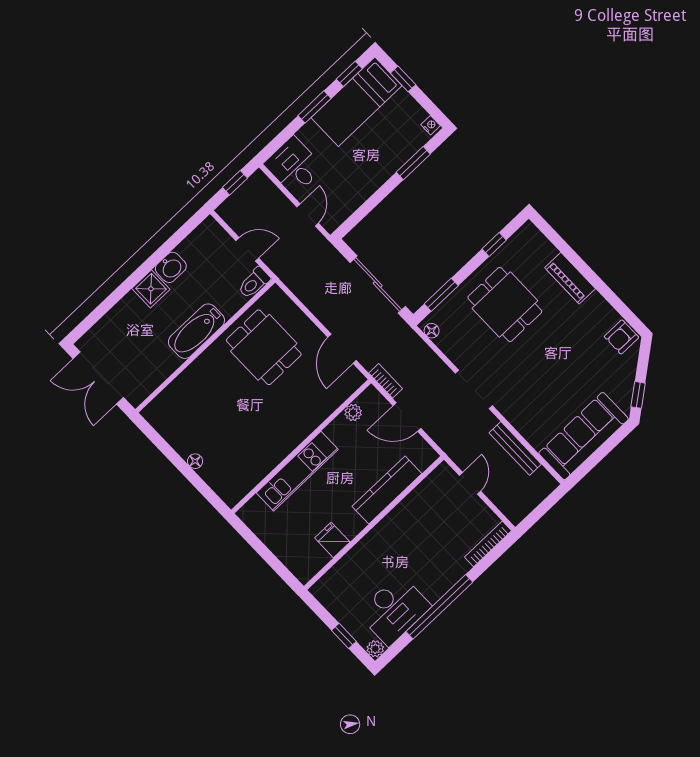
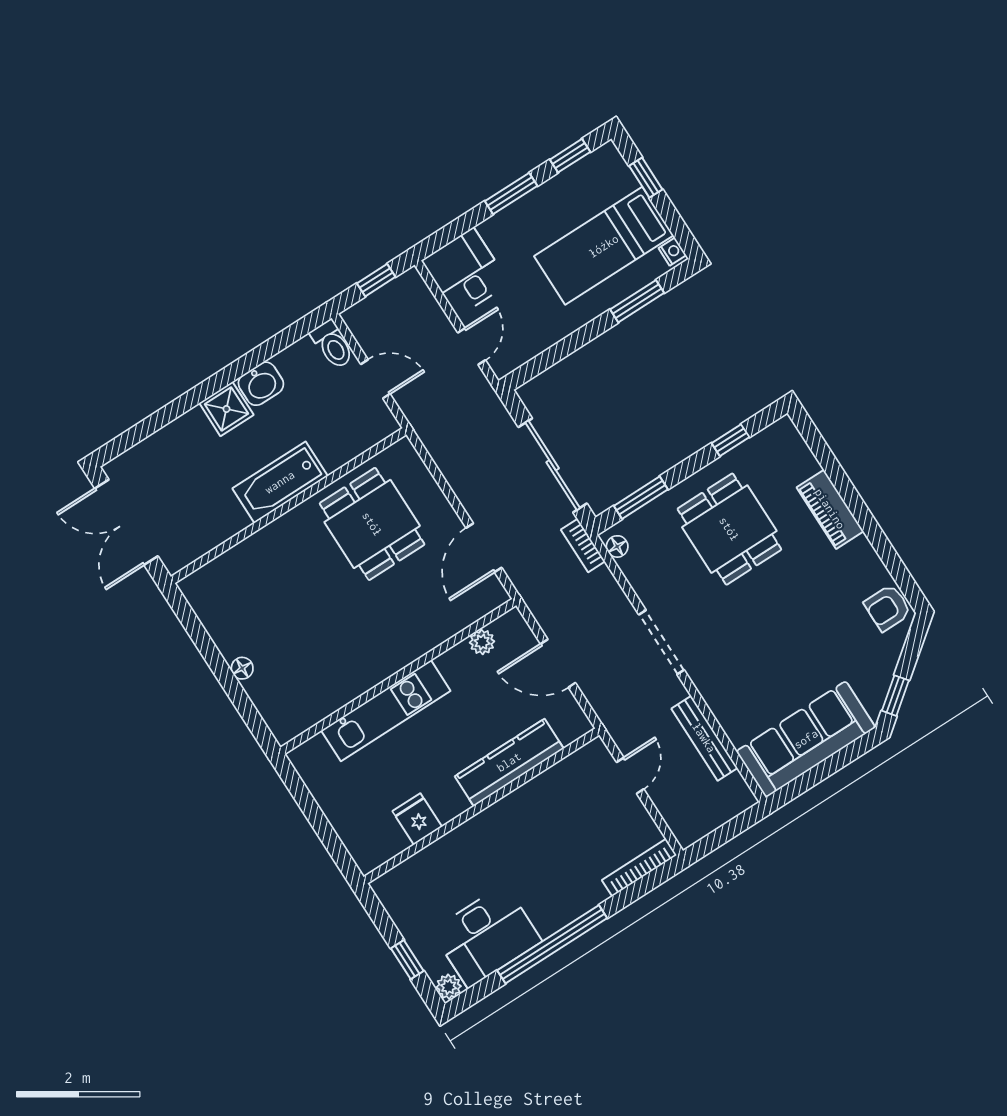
bed: (357, 102) -> (604, 246), moved
toilet: (254, 283) -> (332, 345), moved, turned -90
bookcase: (386, 381) -> (583, 546), moved, turned 180

